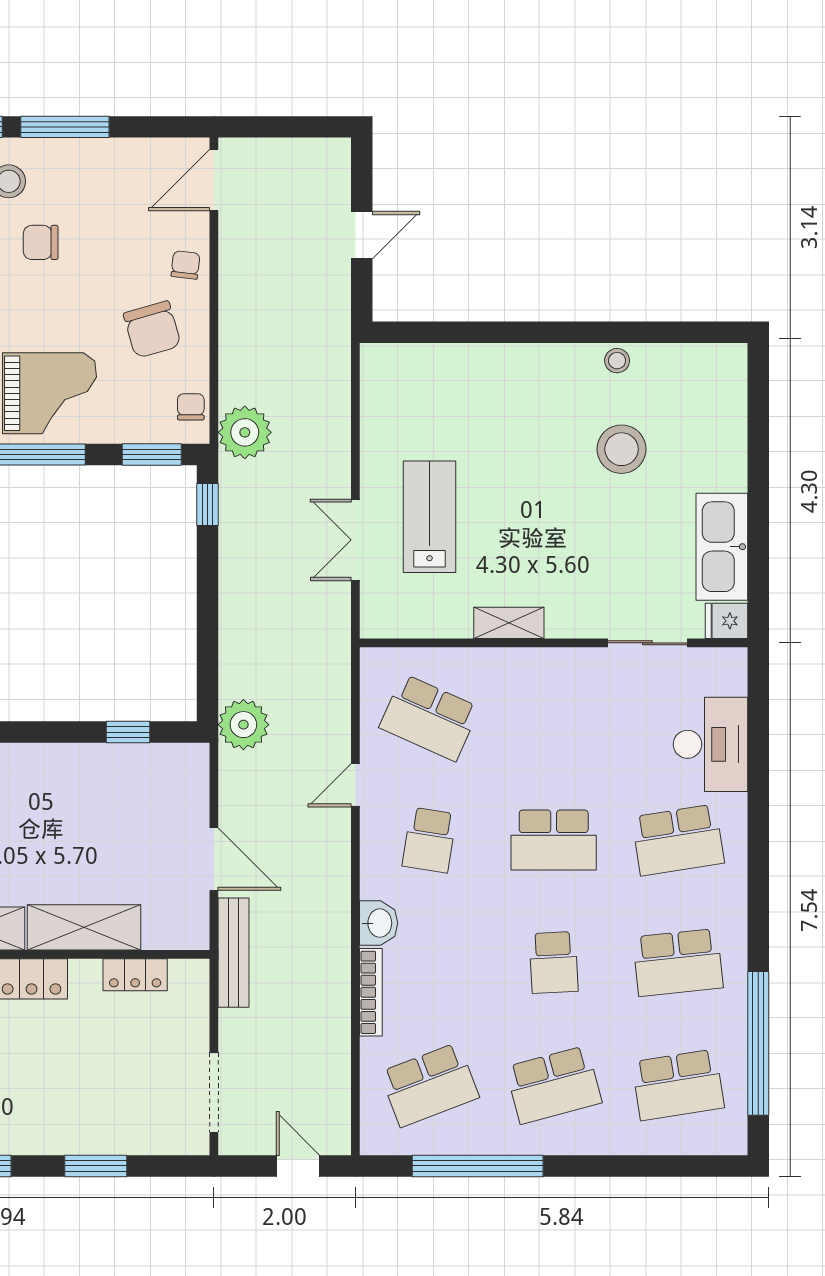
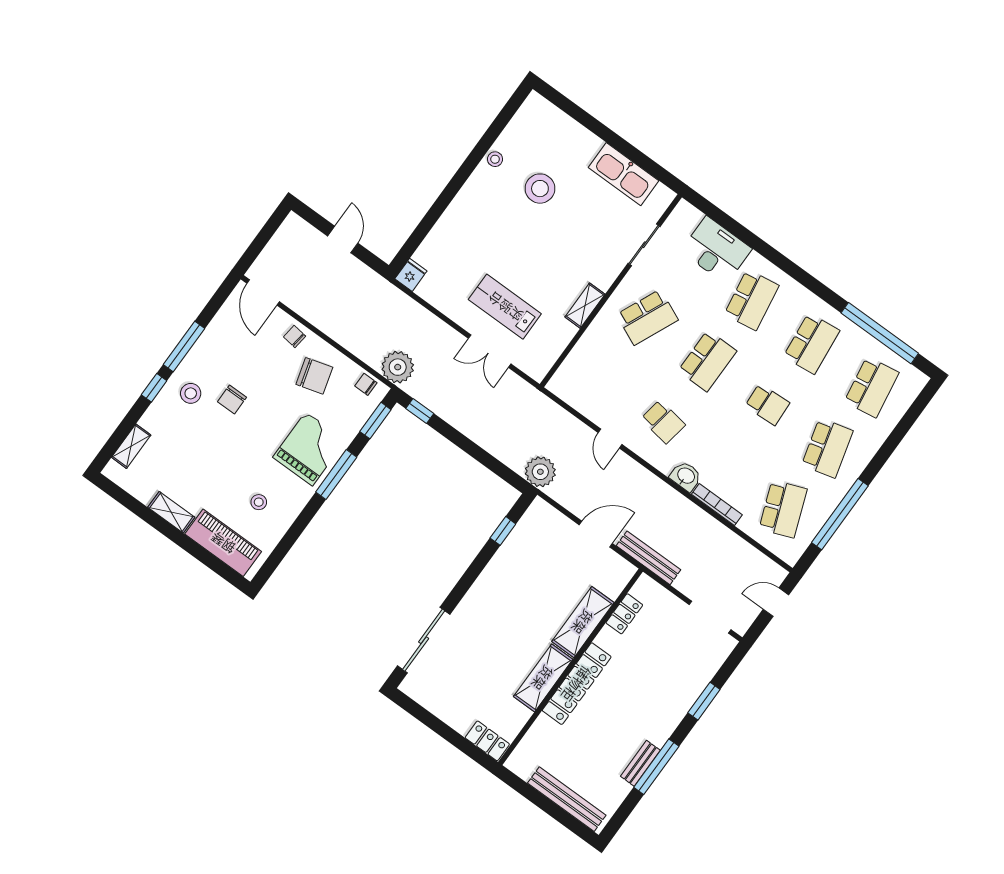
fridge: (726, 621) -> (411, 275), moved, turned 180
school desk: (429, 718) -> (647, 317), moved

